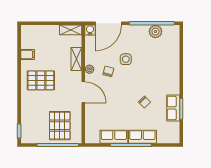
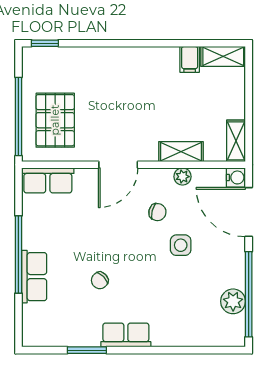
shelving: (26, 37) -> (223, 56), added
plant: (89, 69) -> (183, 177), moved
pallet: (41, 80) -> (141, 85), removed
row of seats: (173, 108) -> (126, 335), moved
pallet: (60, 126) -> (55, 120), turned 90
row of seats: (114, 137) -> (48, 180), moved, turned 90

